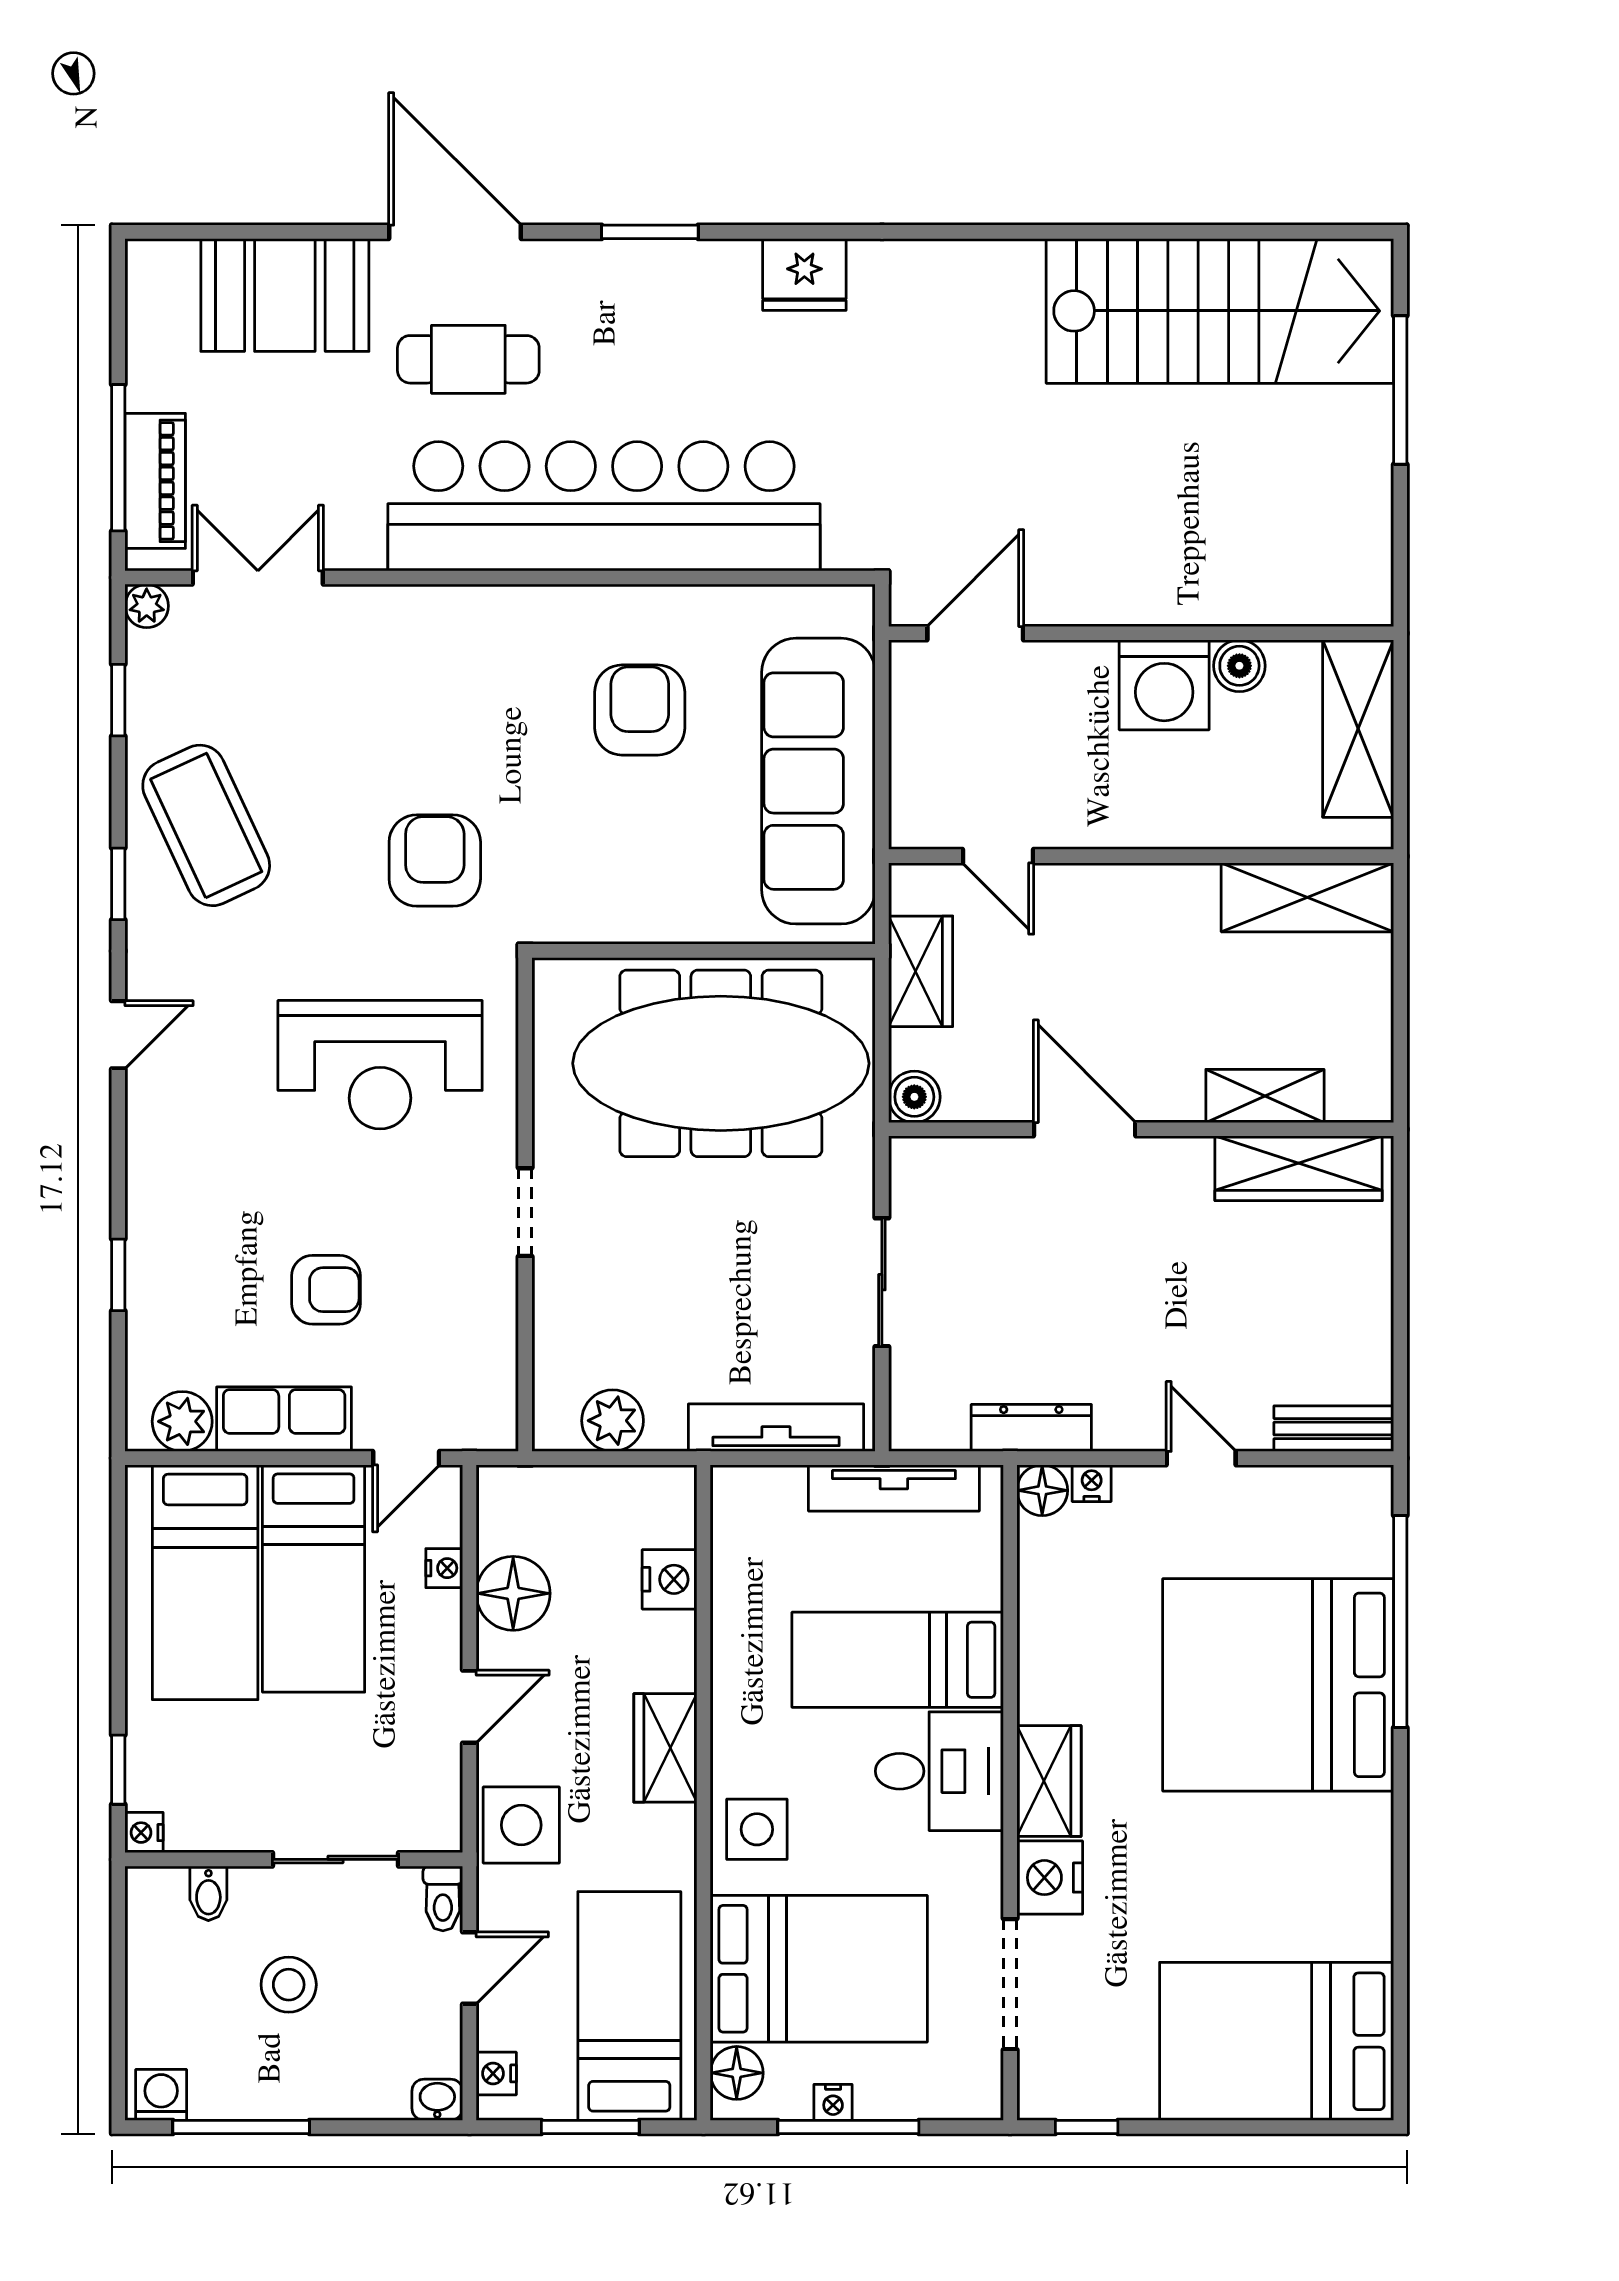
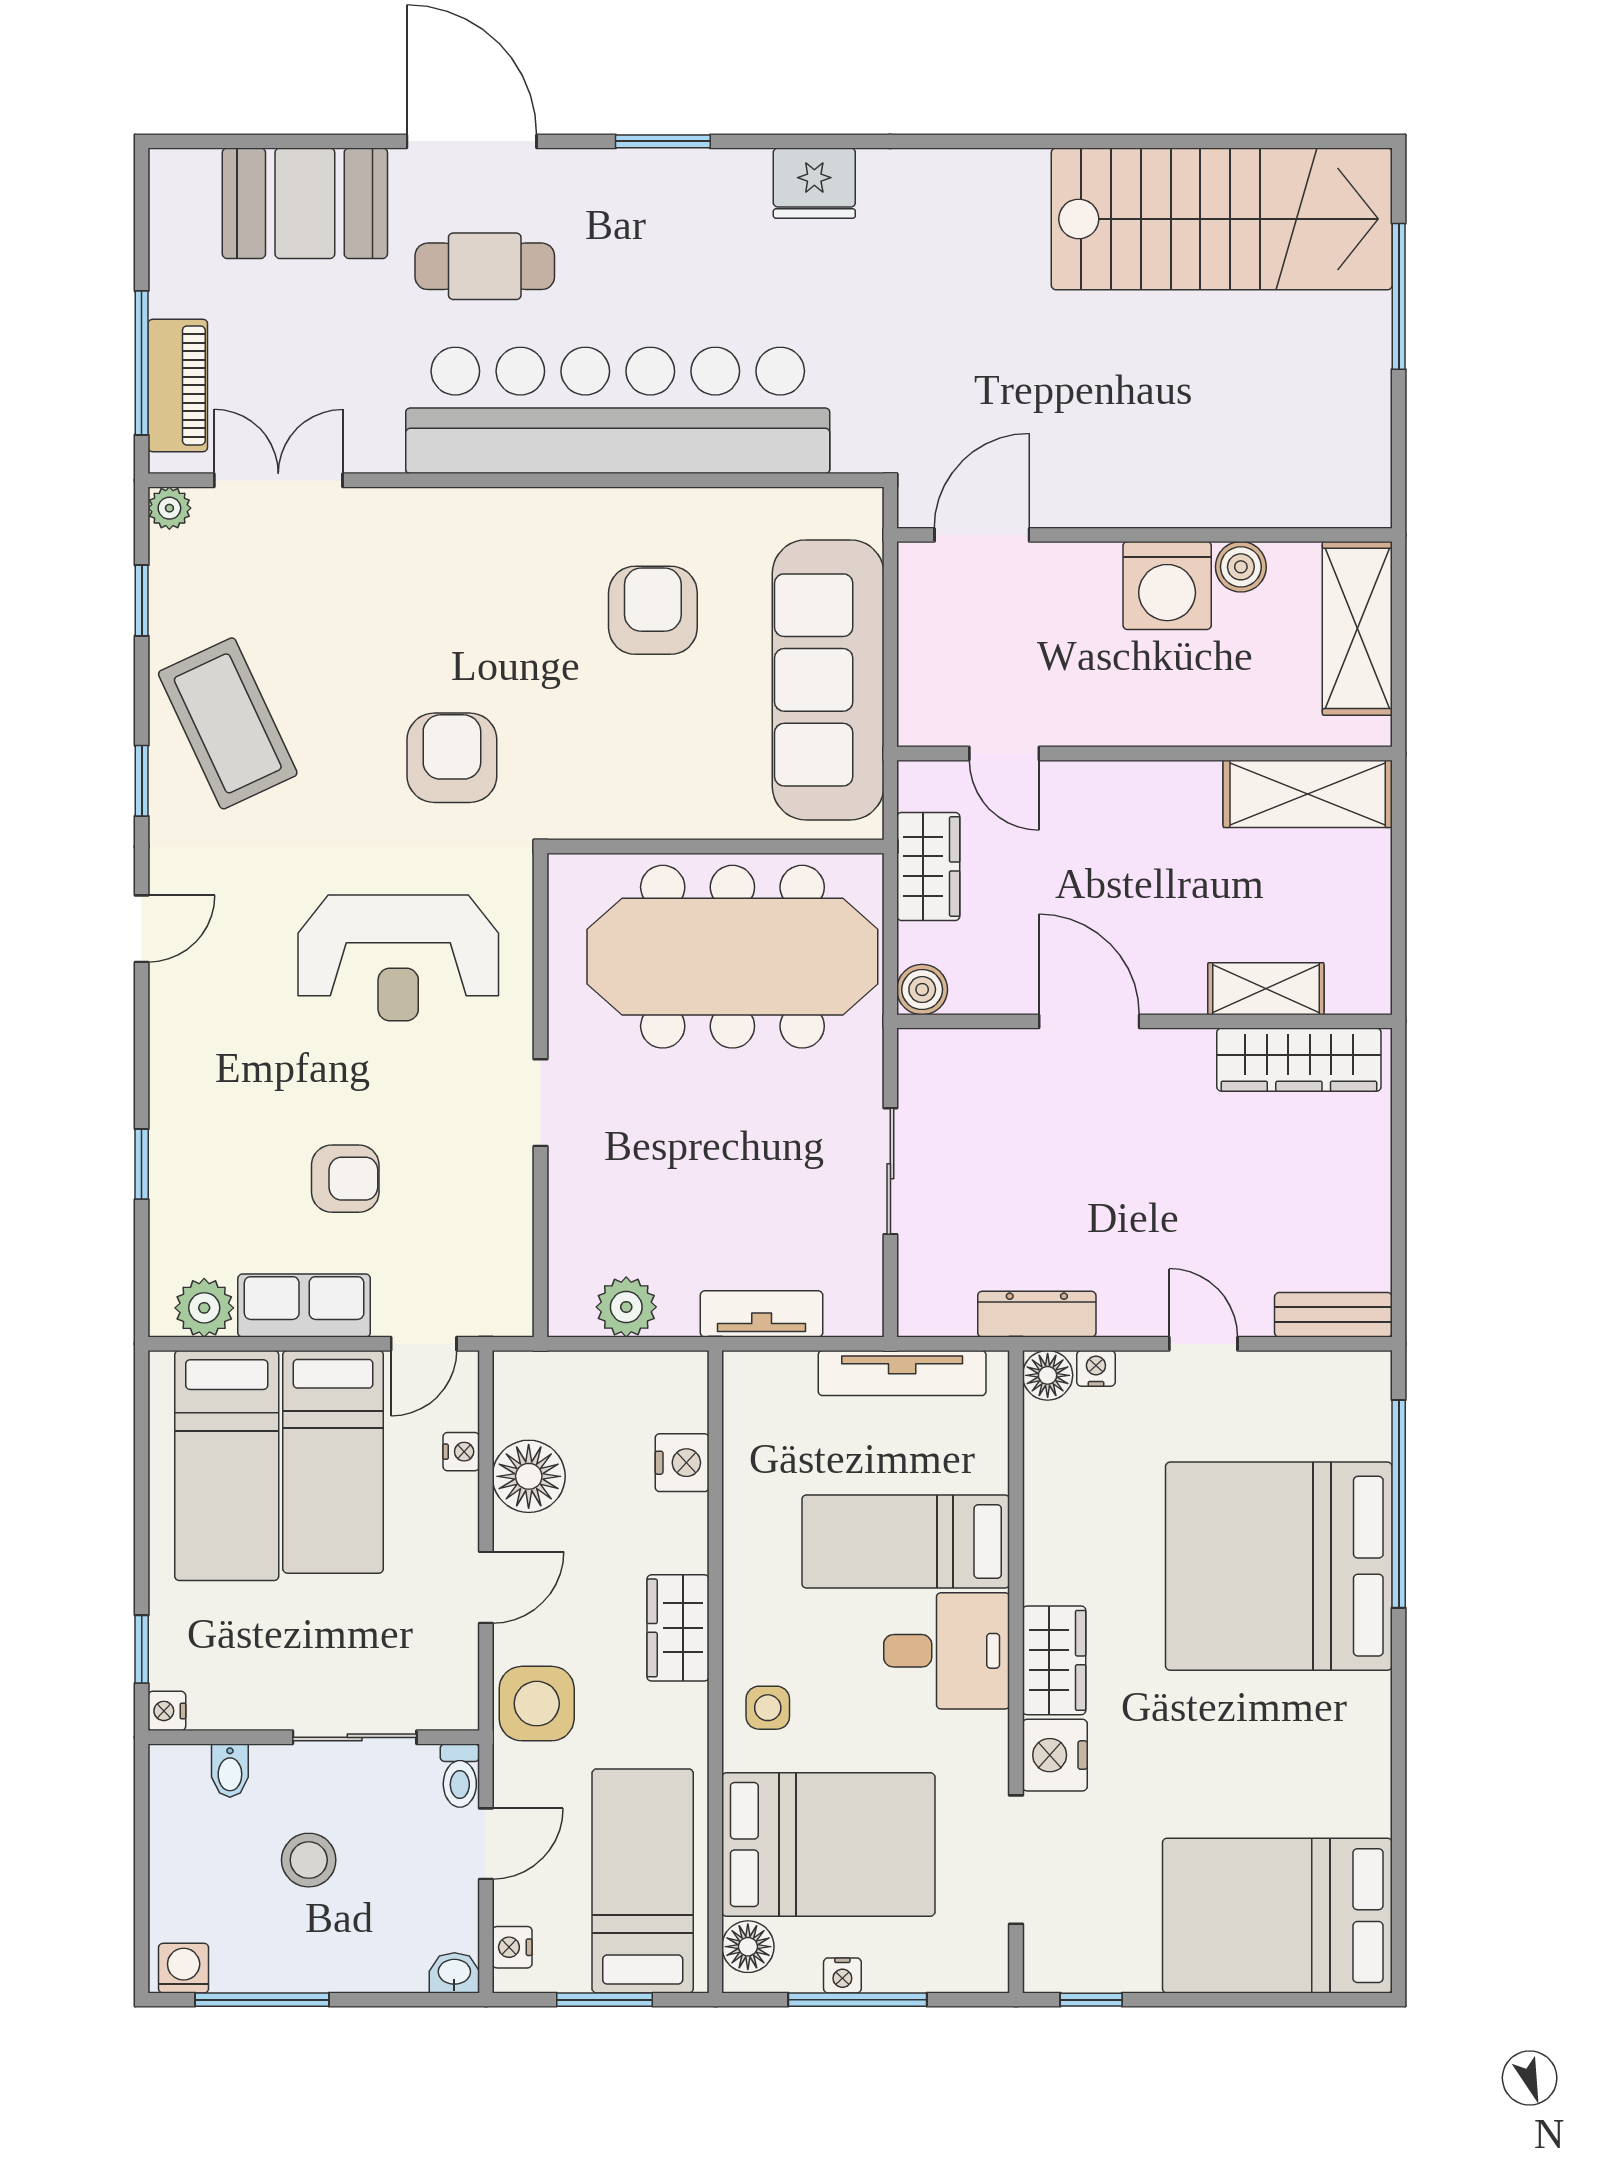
tv unit: (776, 1428) -> (762, 1314), width x0.71
side table: (757, 1829) -> (768, 1708), width x0.73, depth x0.73

